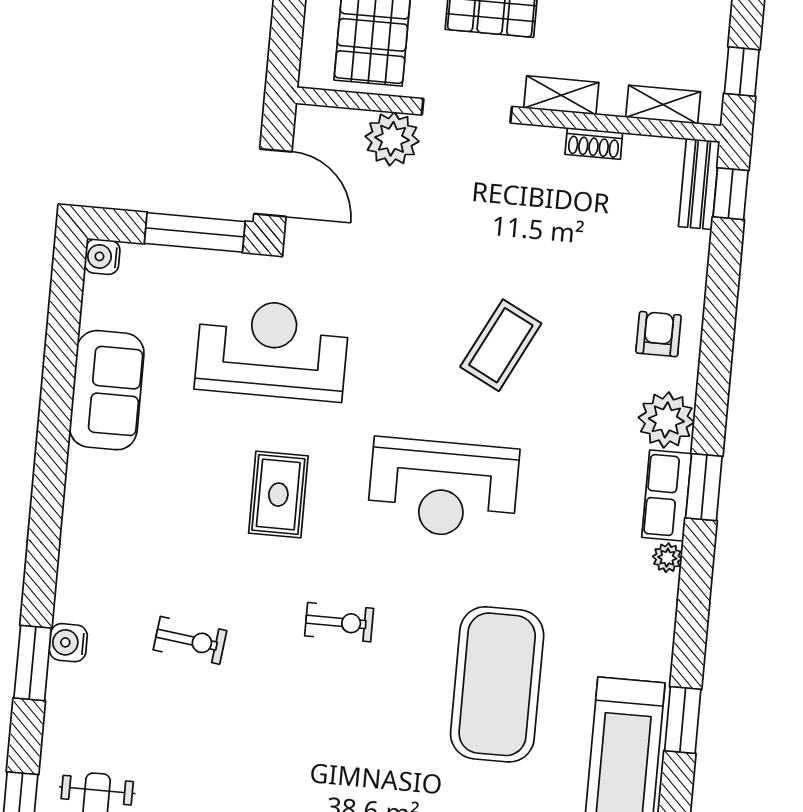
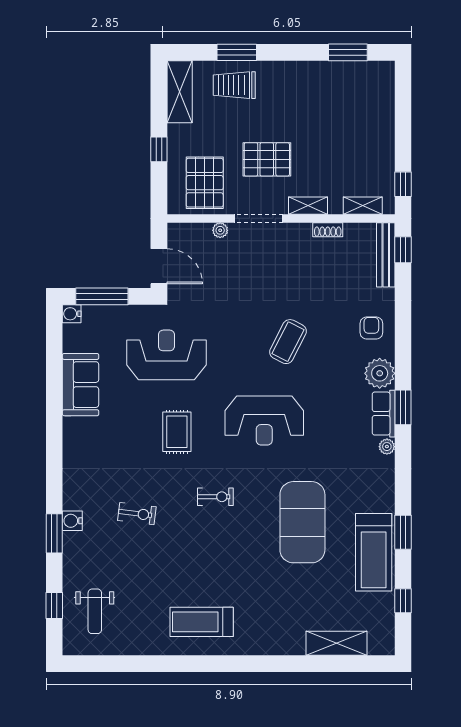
plant: (392, 139) -> (220, 230), width x0.53, depth x0.53
bench: (699, 184) -> (386, 255), width x1.36
window: (195, 232) -> (102, 296), moved

